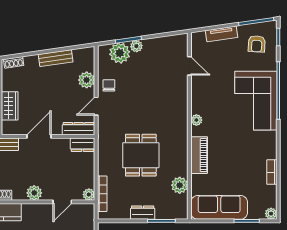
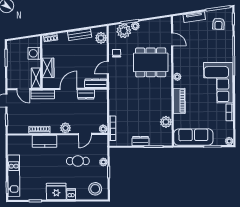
plant: (87, 80) -> (101, 38), moved
corner sofa: (256, 101) -> (218, 83), moved
dresser: (83, 145) -> (86, 94), moved
dining table: (141, 155) -> (151, 62), moved, width x1.37

